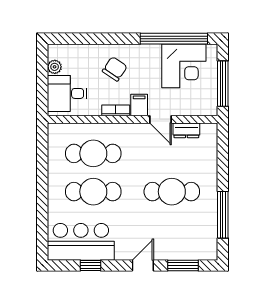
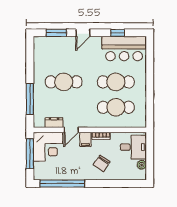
corner desk: (184, 66) -> (48, 147), moved, turned 180
door: (160, 119) -> (71, 130), swing flipped
window: (223, 215) -> (30, 99), moved

